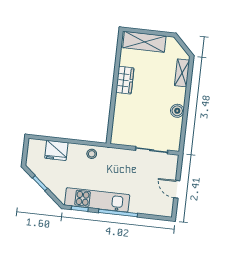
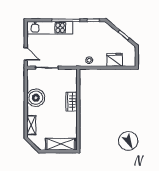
wardrobe: (125, 80) -> (72, 102), moved
boiler: (177, 111) -> (36, 98), width x1.86, depth x1.86
door: (177, 189) -> (26, 54), moved
kitchen unit: (97, 200) -> (50, 28), moved

